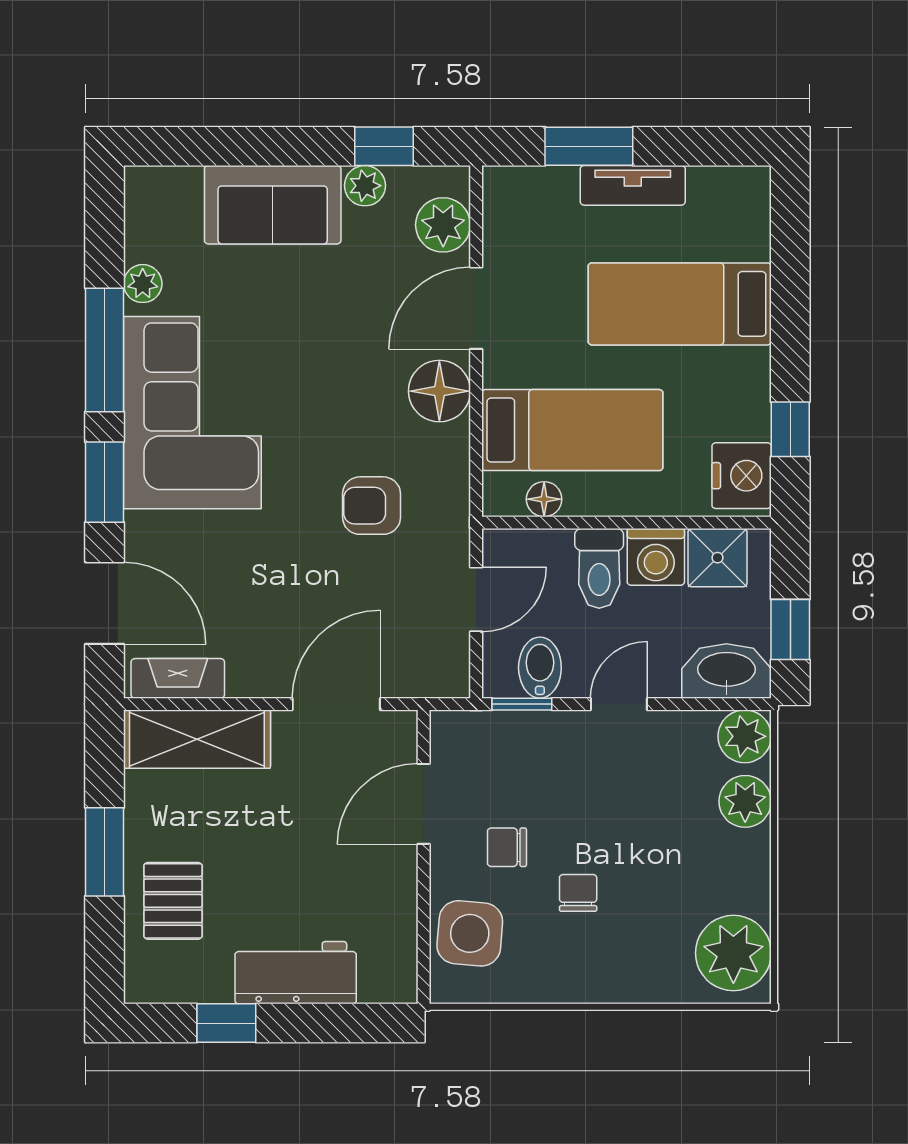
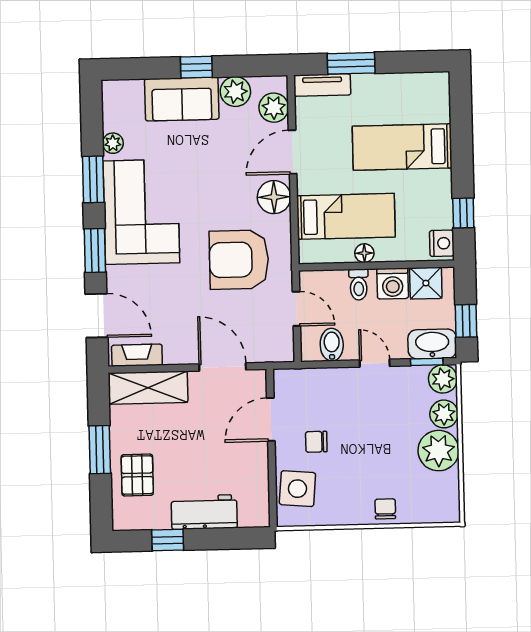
window: (384, 146) -> (196, 67), moved
tv unit: (633, 185) -> (322, 85), moved
plant: (365, 186) -> (235, 92), width x1.38, depth x1.38
window: (105, 350) -> (93, 179), width x0.69
nightstand: (742, 476) -> (442, 243), width x0.74, depth x0.75
floor lamp: (544, 499) -> (364, 253), moved
armchair: (372, 506) -> (239, 260), width x1.88, depth x1.88
toilet: (599, 568) -> (359, 284), width x0.73, depth x0.72
door: (476, 599) -> (296, 309), hinge flipped
door: (336, 704) -> (223, 367), hinge flipped
window: (522, 704) -> (427, 362), moved
door: (619, 704) -> (375, 363), hinge flipped
chair: (578, 893) -> (385, 509), moved
plant: (733, 953) -> (438, 451), moved

